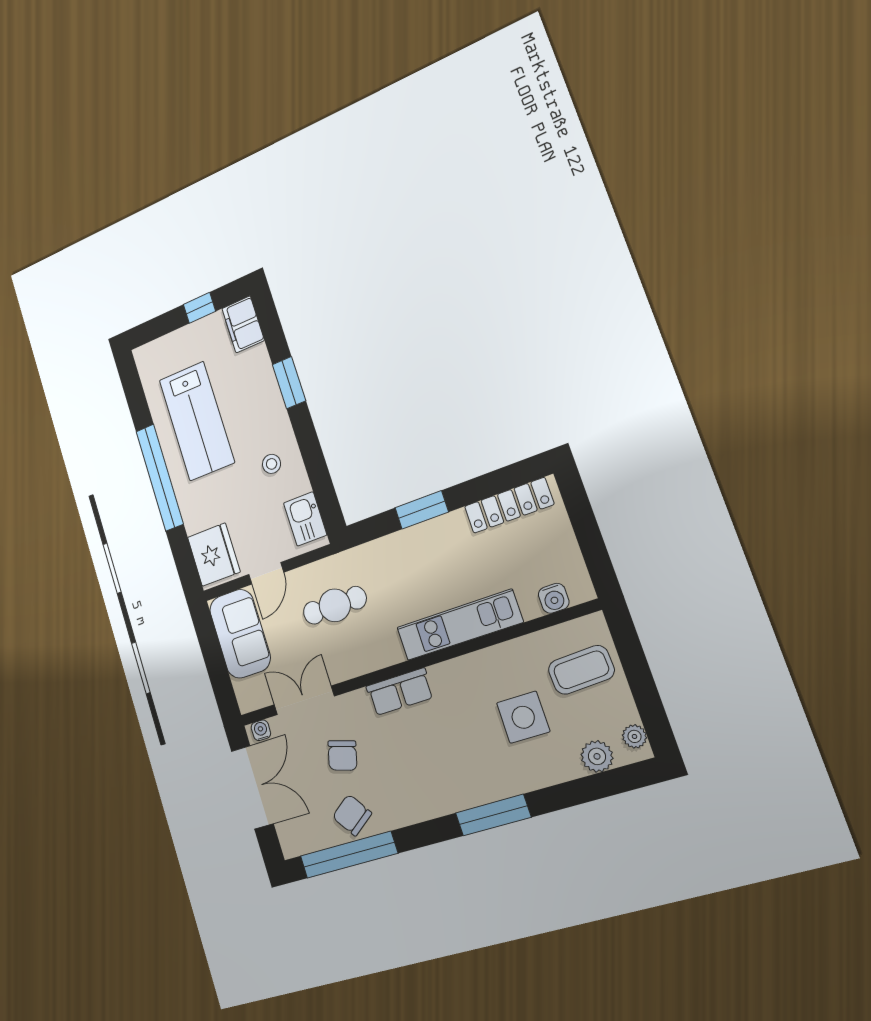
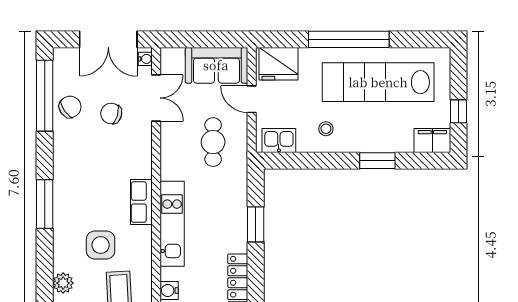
lab bench: (197, 421) -> (378, 82), width x1.36
row of seats: (400, 692) -> (141, 202), moved

